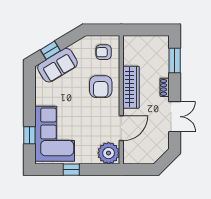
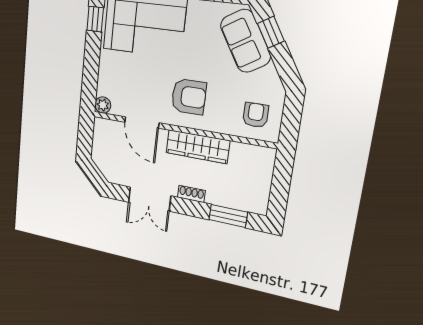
armchair: (101, 87) -> (189, 97), moved, turned 180
plant: (109, 153) -> (103, 105), width x0.53, depth x0.53
window: (71, 170) -> (95, 19), moved

